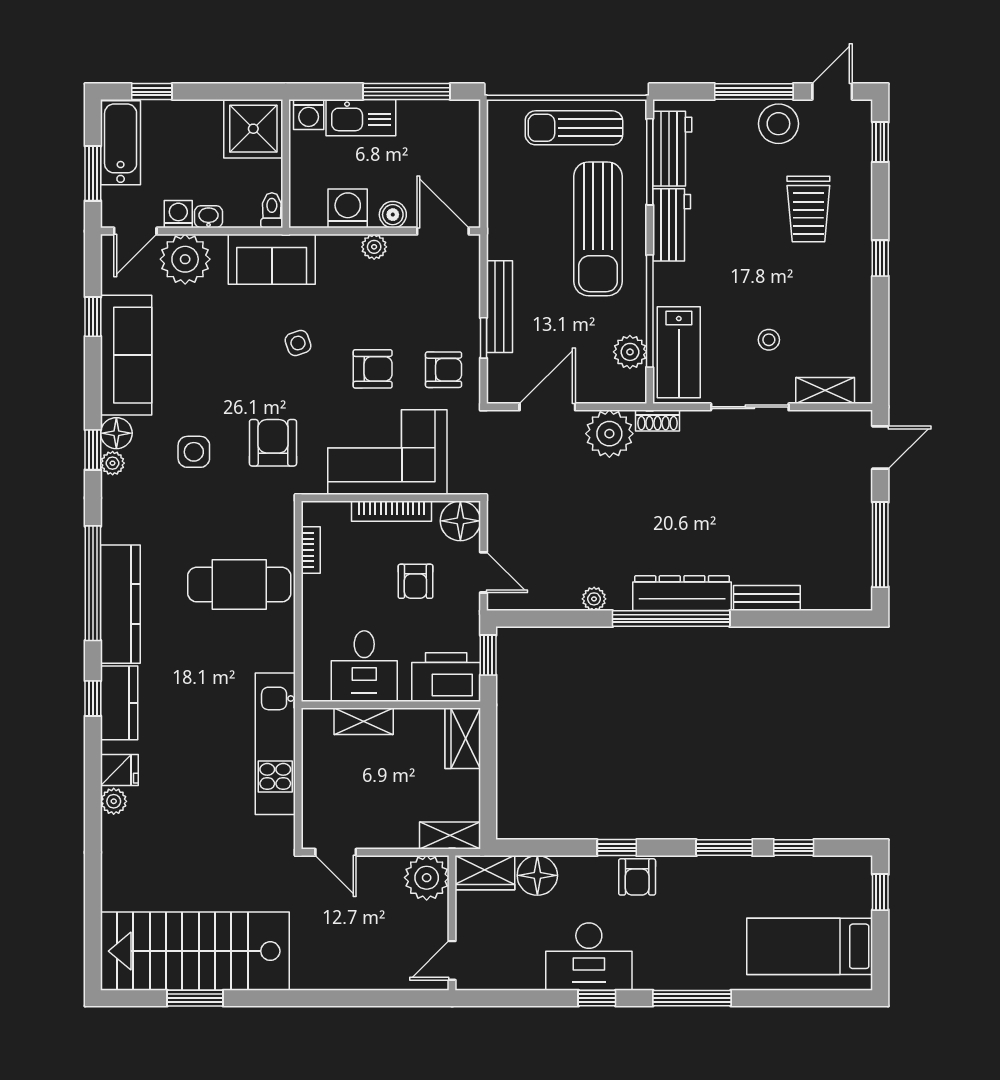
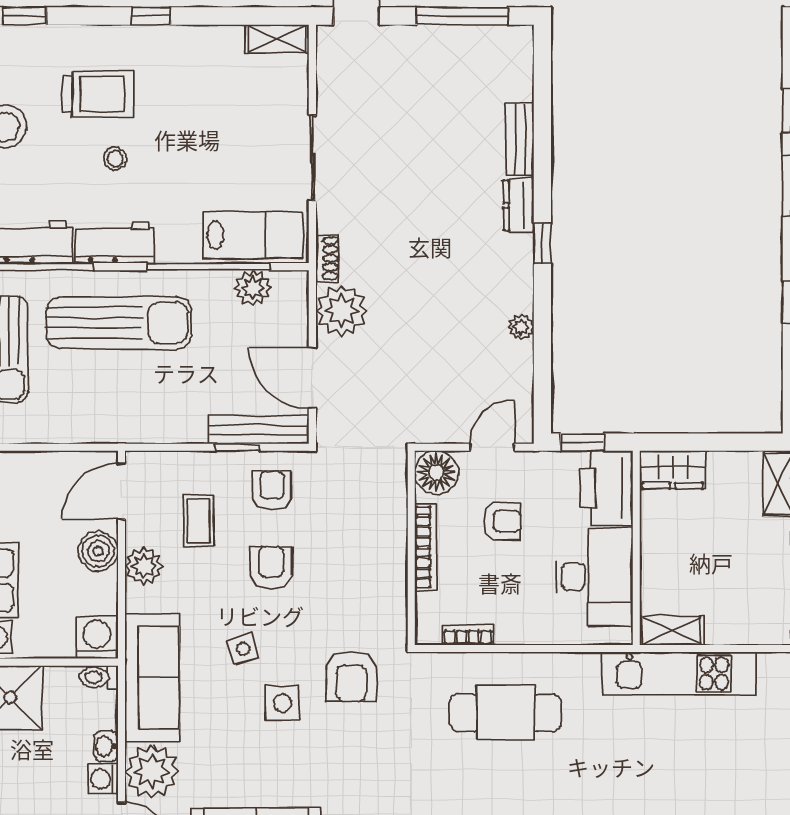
washing machine: (348, 208) -> (97, 637), moved, turned 90
boiler: (393, 215) -> (98, 551), width x1.36, depth x1.36
plant: (374, 247) -> (144, 566), width x1.38, depth x1.38
sofa: (272, 259) -> (152, 677), width x1.36
coffee table: (416, 302) -> (198, 521), added
bench: (499, 307) -> (259, 430), moved
stool: (769, 340) -> (115, 158), moved
shelving: (825, 391) -> (277, 39), moved, turned 90
armchair: (273, 443) -> (351, 676), turned -90
side table: (194, 452) -> (282, 703), moved
corner sofa: (387, 452) -> (362, 552), removed
cafe table: (239, 585) -> (506, 713), turned 90
dresser: (682, 593) -> (519, 205), width x0.51, depth x0.80
window: (671, 619) -> (542, 243), width x0.32
desk: (364, 666) -> (594, 577), width x1.37
shelving: (364, 721) -> (672, 631), moved, turned 90

